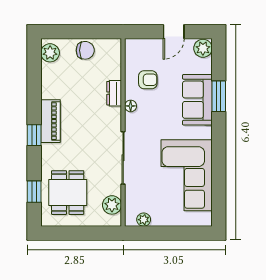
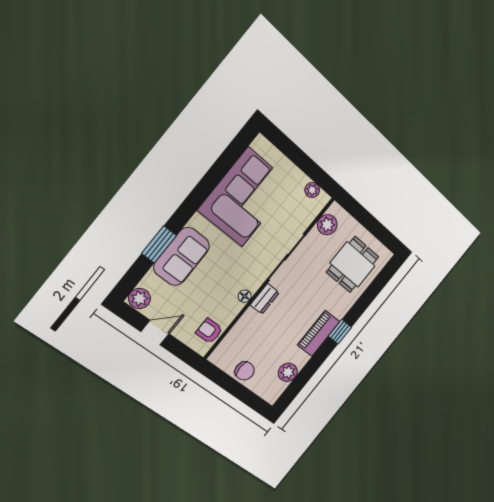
chair: (85, 50) -> (245, 371), turned 180
plant: (50, 53) -> (288, 372), moved
armchair: (148, 80) -> (209, 331), moved
dresser: (114, 93) -> (265, 299), moved
window: (34, 192) -> (376, 286), removed

